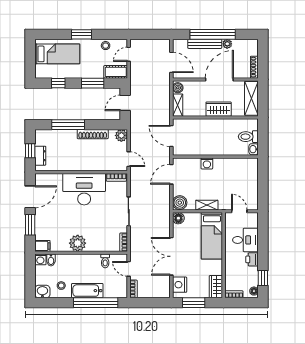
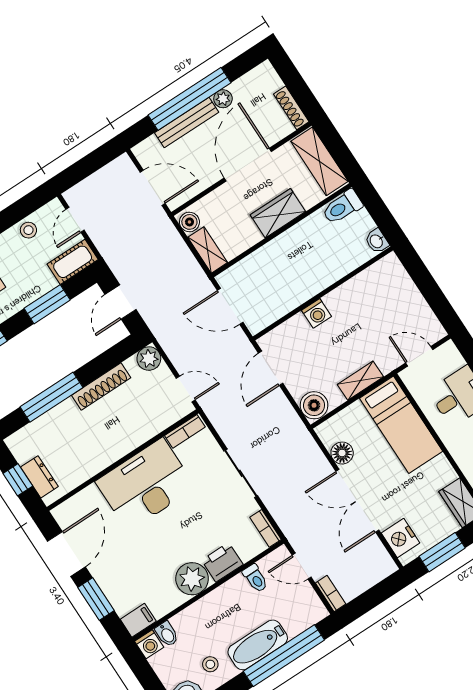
toilet: (248, 137) -> (342, 207), moved
floor lamp: (178, 218) -> (342, 453), moved
printer: (95, 245) -> (222, 562), added

